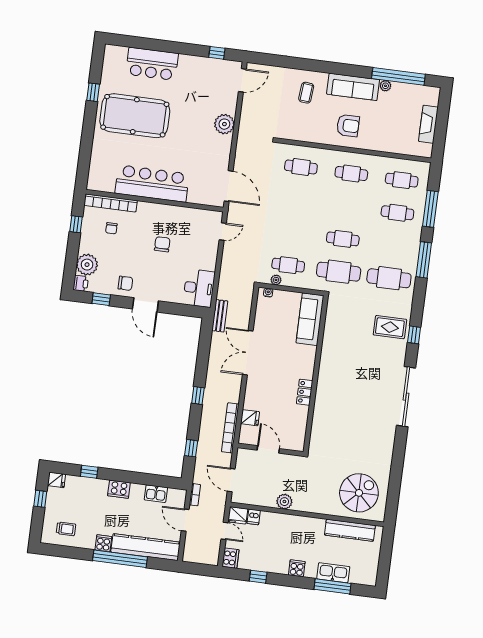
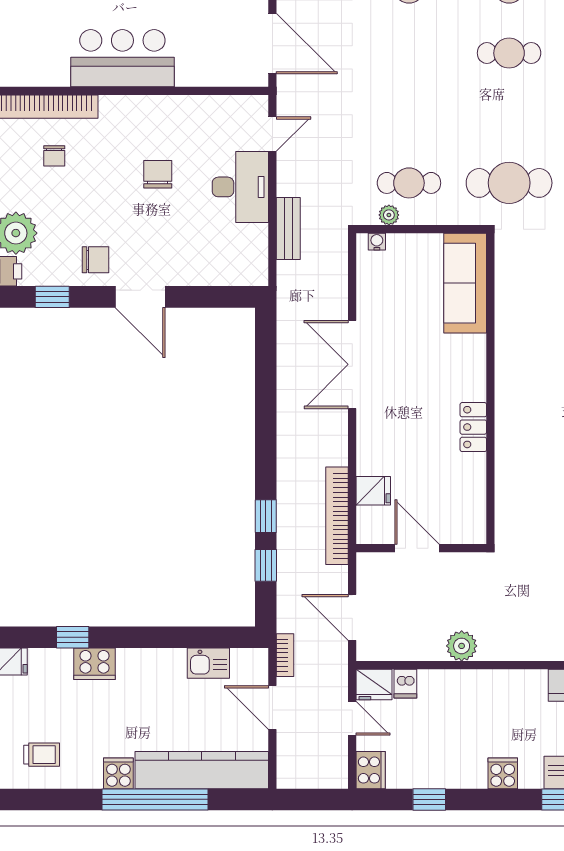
bar counter: (152, 184) -> (122, 58), width x0.73
cafe table: (343, 239) -> (509, 53), moved
desk: (199, 288) -> (240, 187), moved
bench: (220, 316) -> (288, 228), moved
window: (198, 396) -> (266, 516), moved
cooker: (119, 489) -> (94, 664), moved

